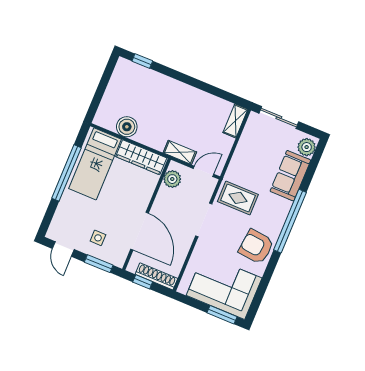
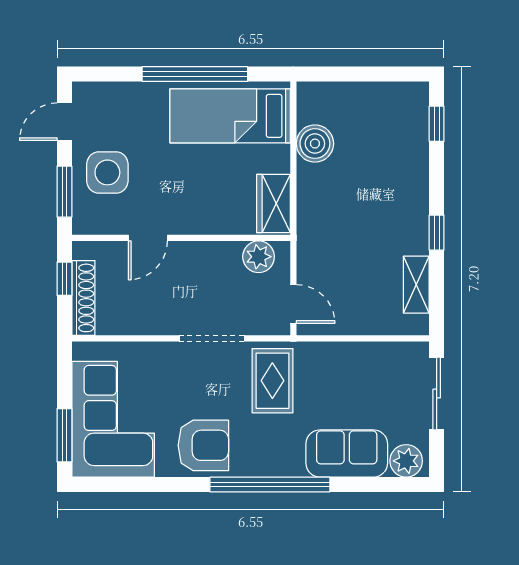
window: (197, 84) -> (437, 233), added
shelving: (235, 121) -> (416, 285), moved, turned 90
shelving: (180, 152) -> (309, 251), removed
wardrobe: (141, 157) -> (273, 204), width x0.67
door: (140, 231) -> (148, 238), width x0.53
side table: (98, 238) -> (107, 172), width x1.87, depth x1.87
armchair: (256, 247) -> (203, 445), turned 84

